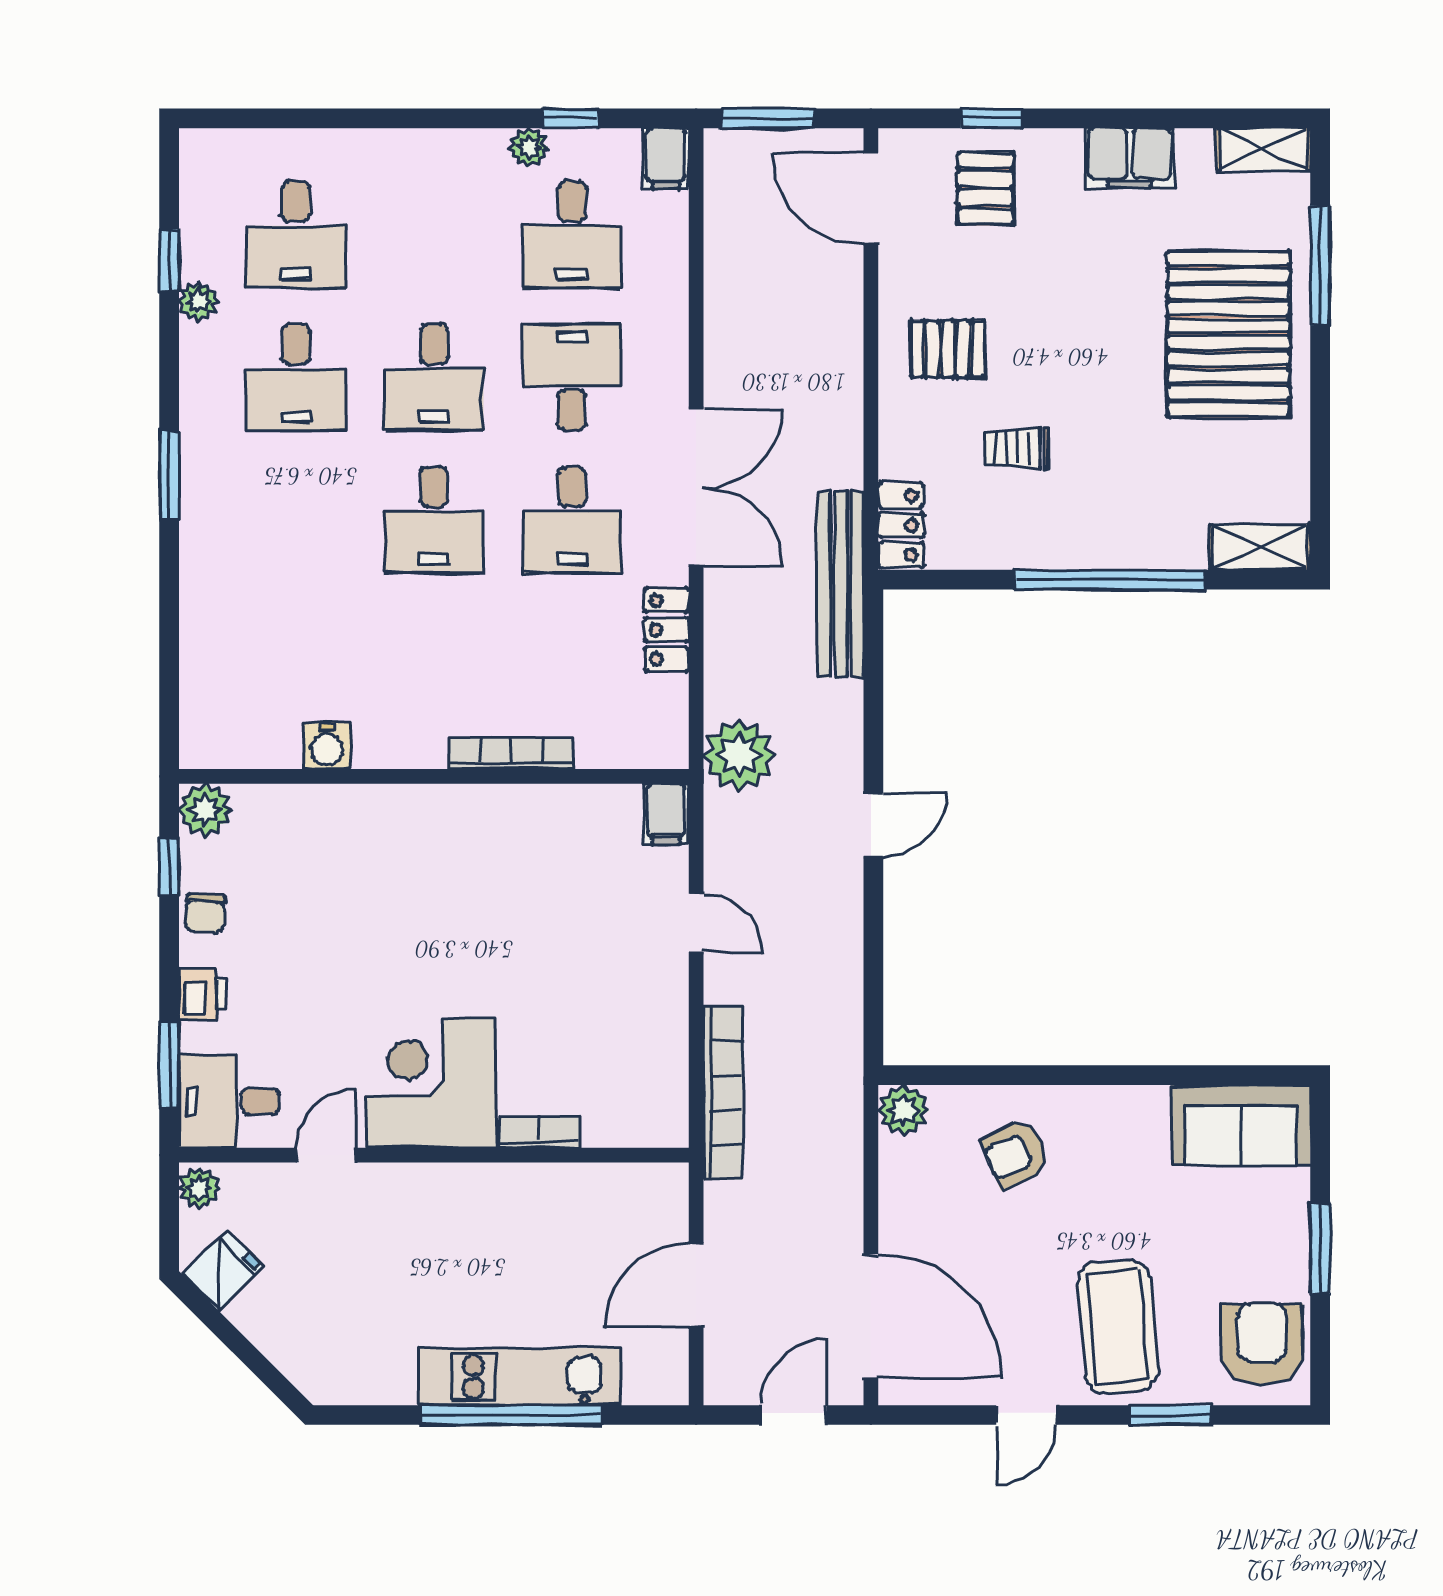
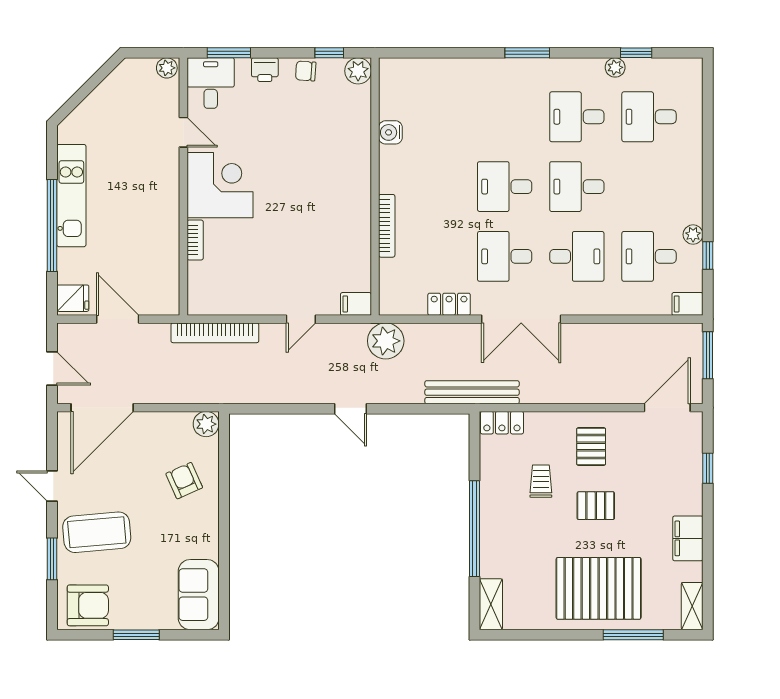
pallet: (985, 188) -> (596, 506), moved
fridge: (223, 1271) -> (73, 298), moved, turned -45
kitchen unit: (520, 1377) -> (71, 196), moved

